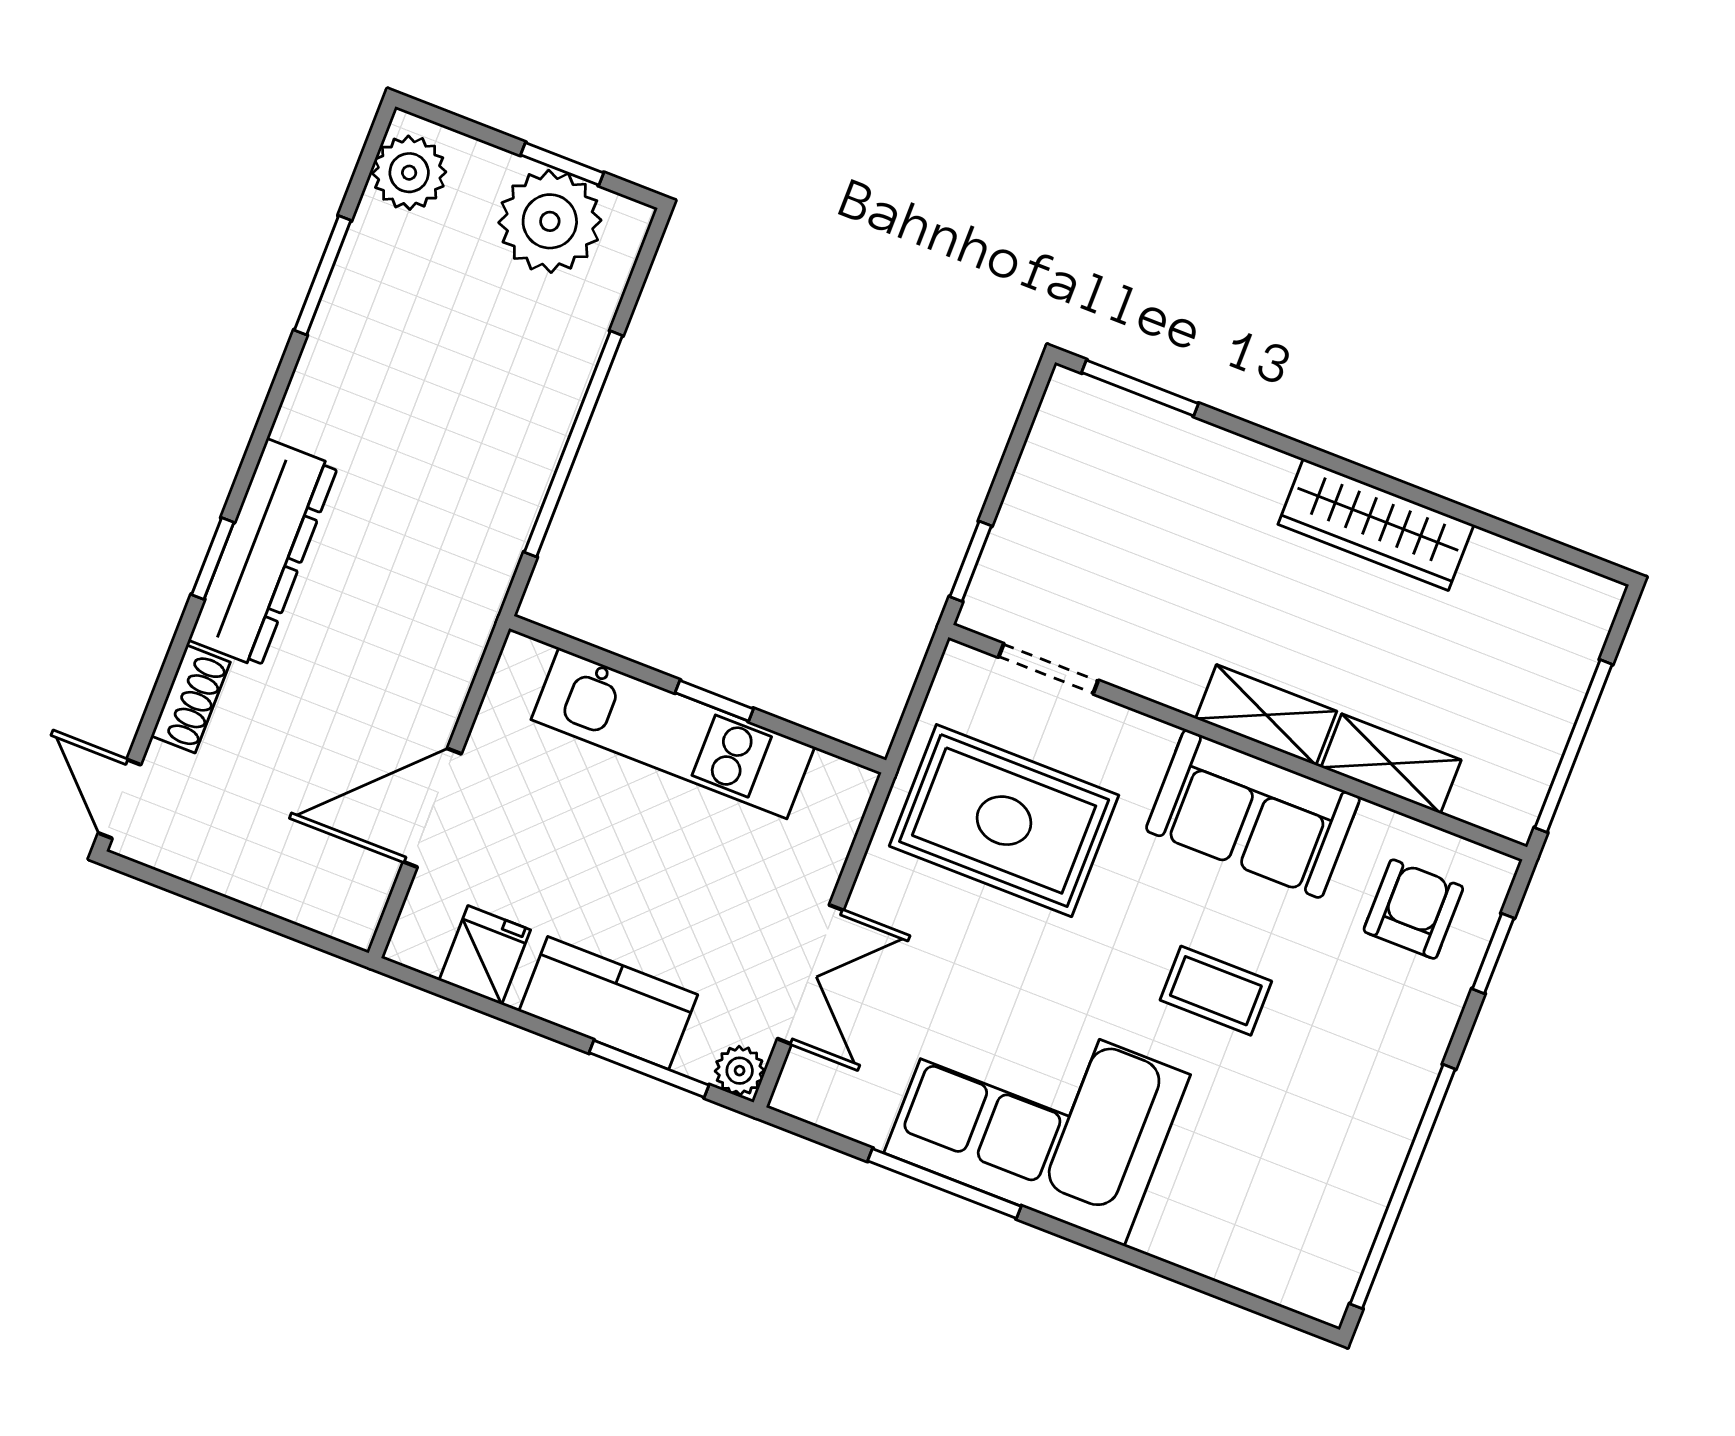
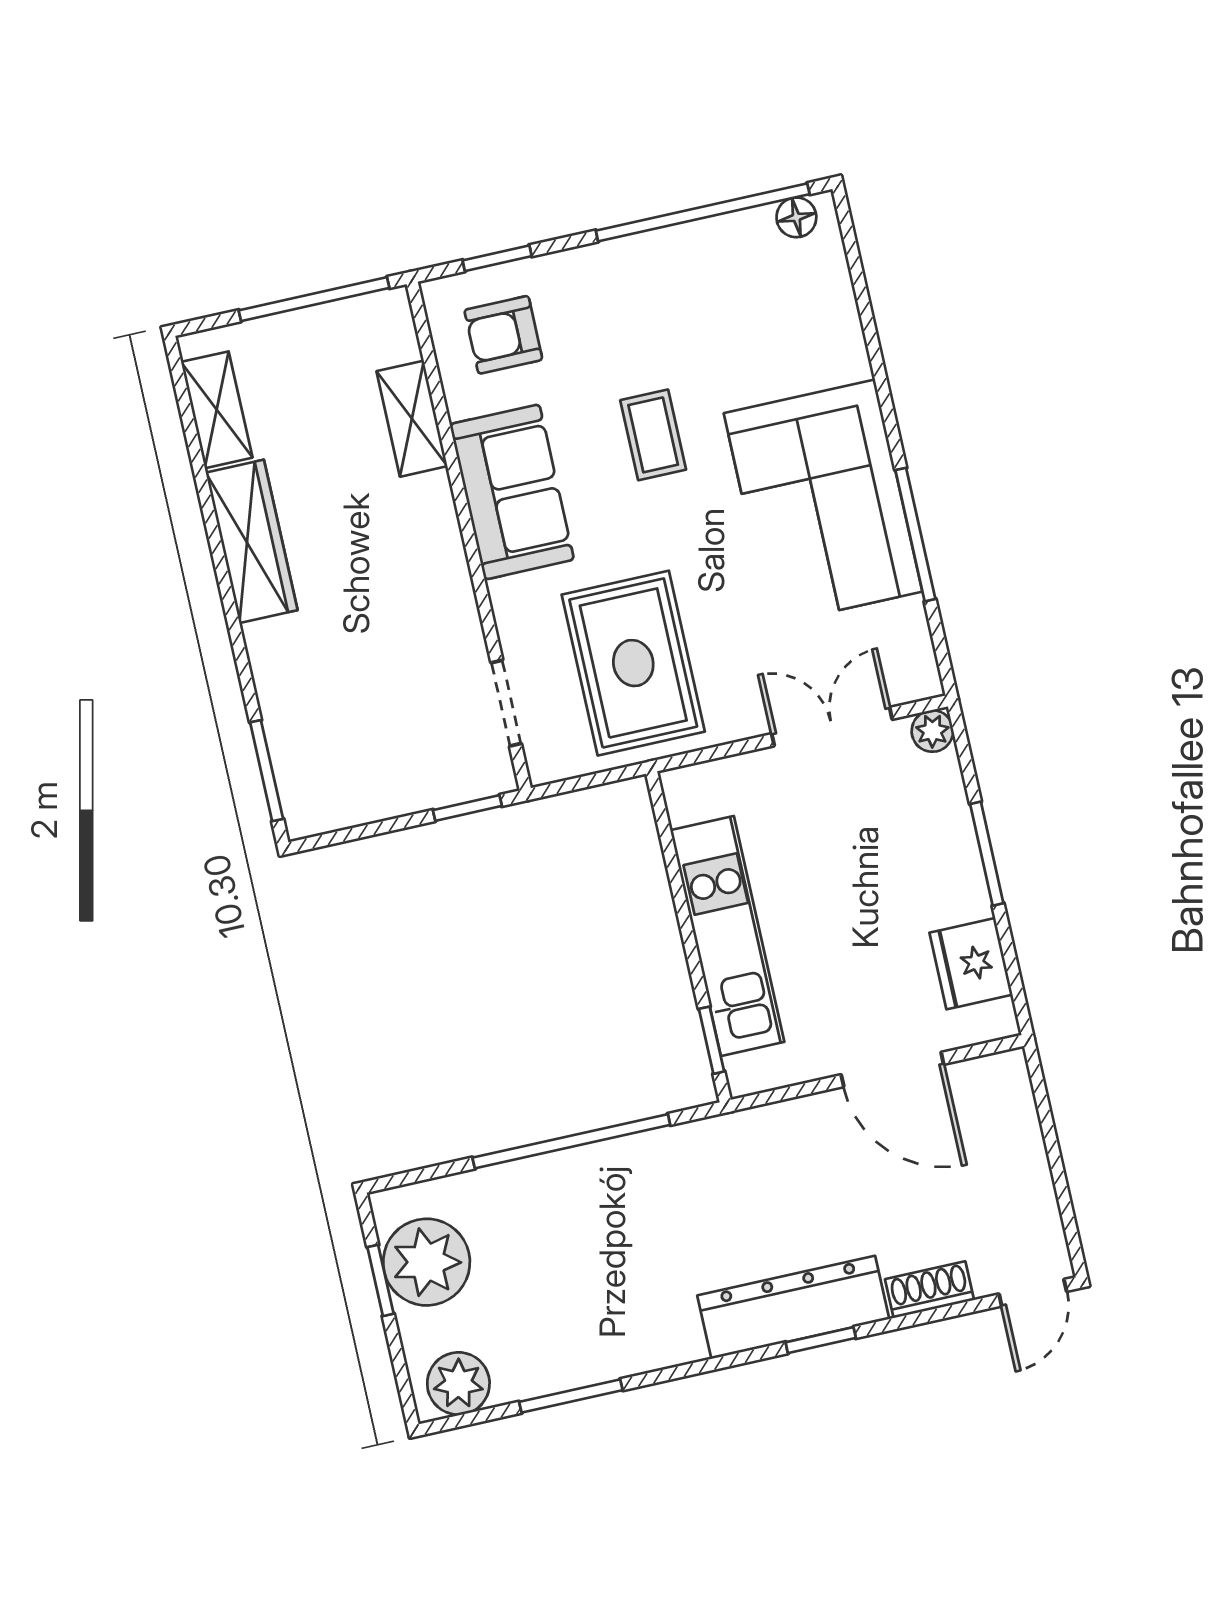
window: (714, 701) -> (712, 1040), moved
shelving: (1266, 715) -> (217, 410), moved
fridge: (485, 955) -> (971, 964), width x1.38
kitchen counter: (608, 1003) -> (947, 855), removed
window: (649, 1069) -> (987, 854), moved
floor lamp: (1336, 1276) -> (796, 217), added

